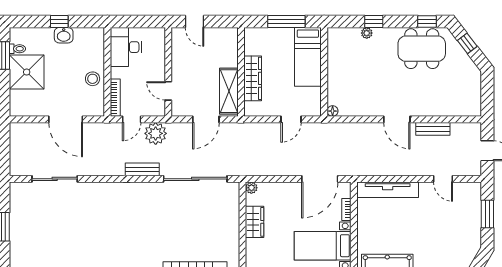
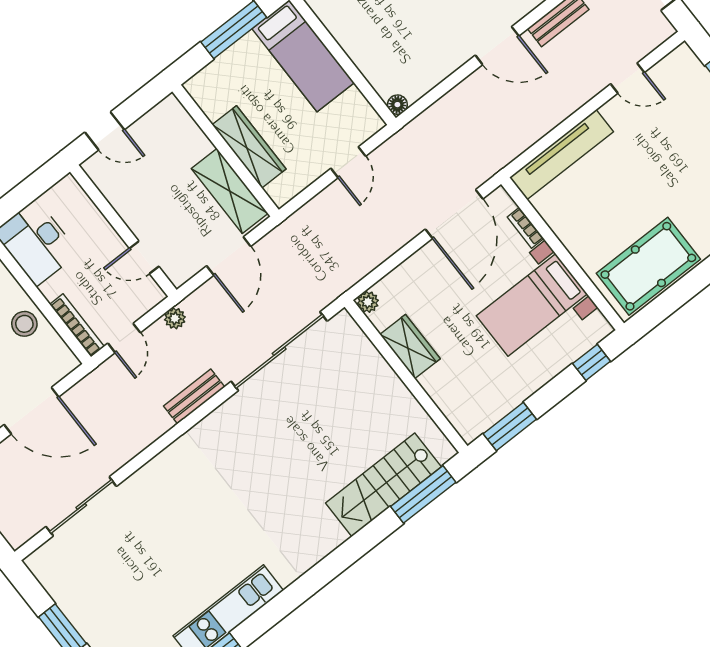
plant: (156, 133) -> (175, 318), width x0.53, depth x0.53

